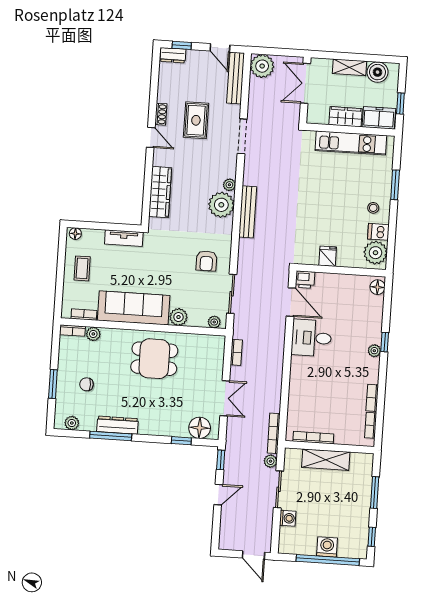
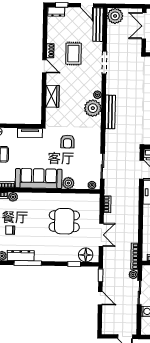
wardrobe: (160, 192) -> (52, 96), width x0.67
armchair: (206, 261) -> (67, 142), moved
dining table: (154, 359) -> (64, 221), moved
dresser: (117, 425) -> (21, 256), moved
door: (218, 495) -> (100, 298), hinge flipped

